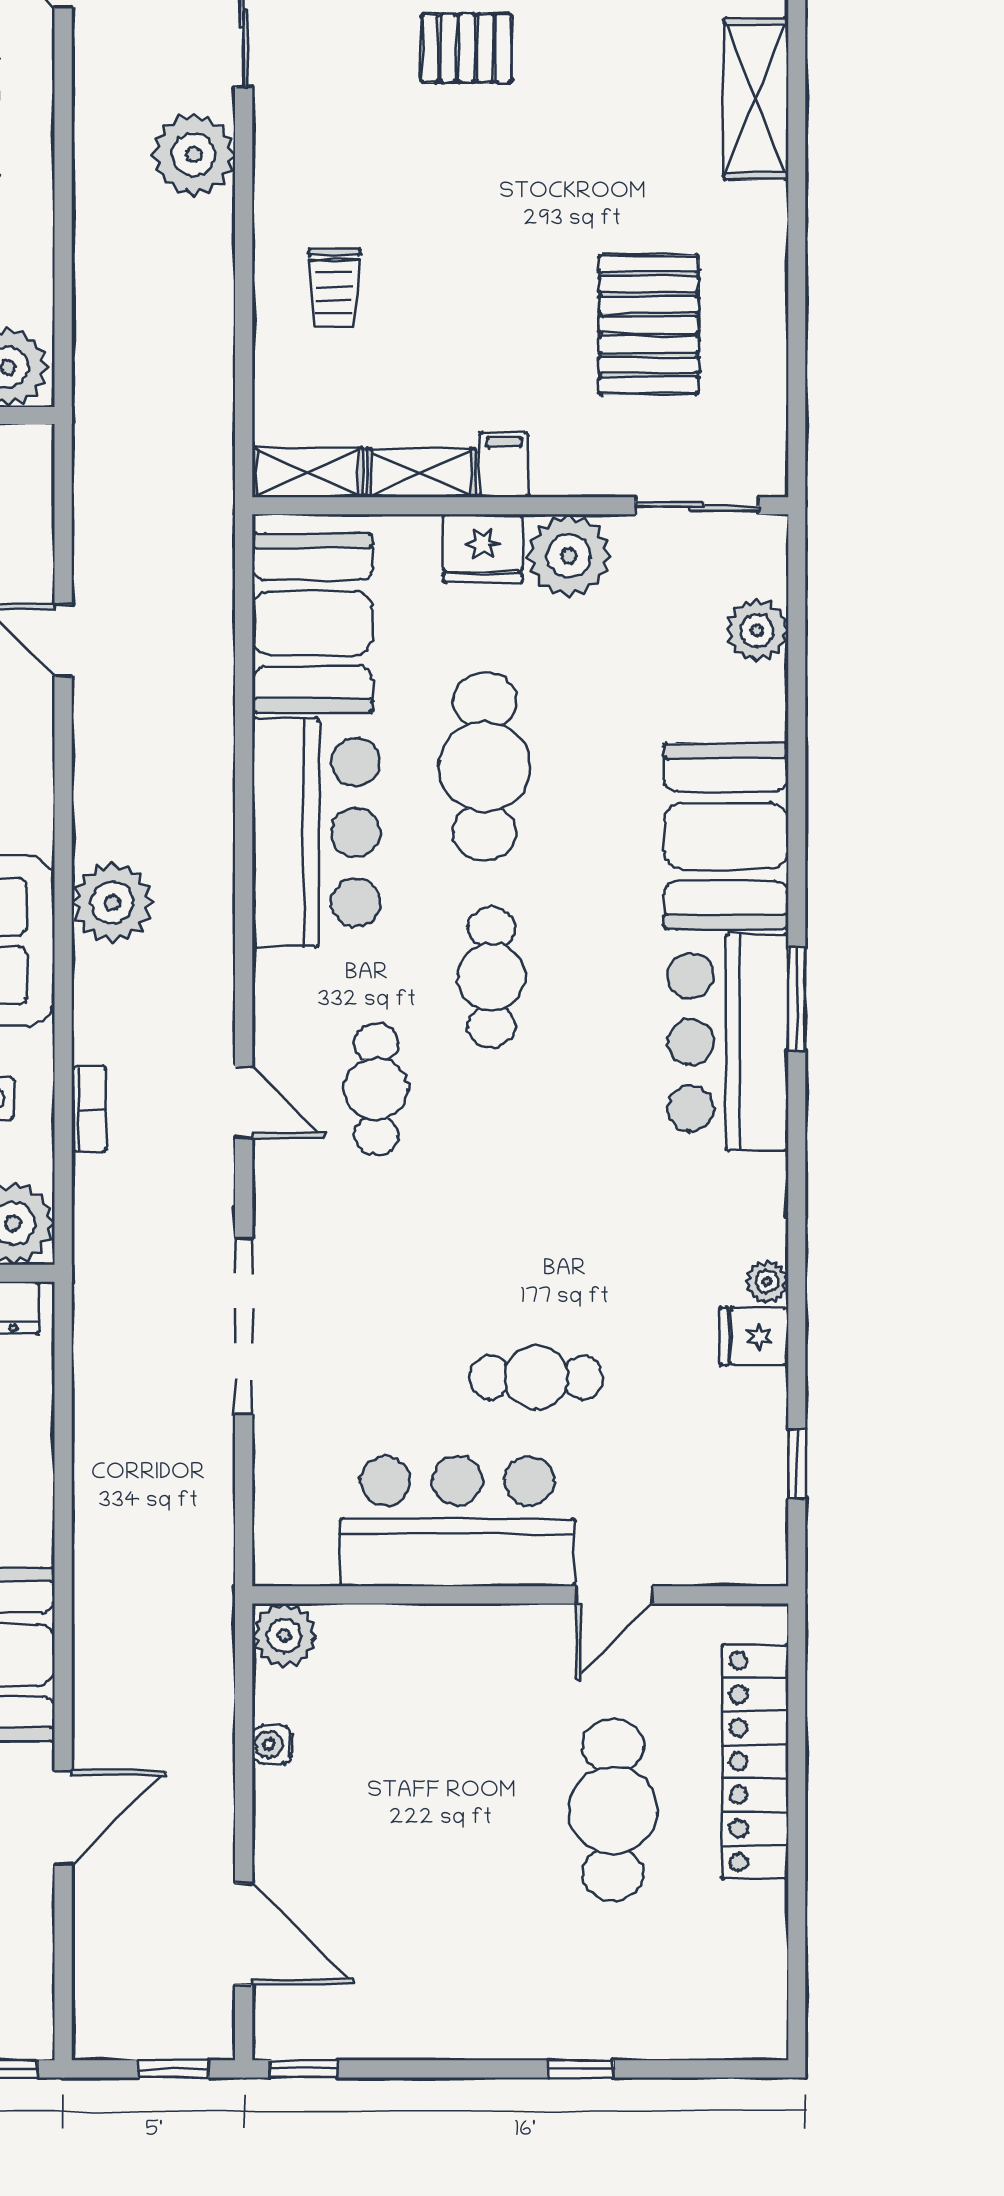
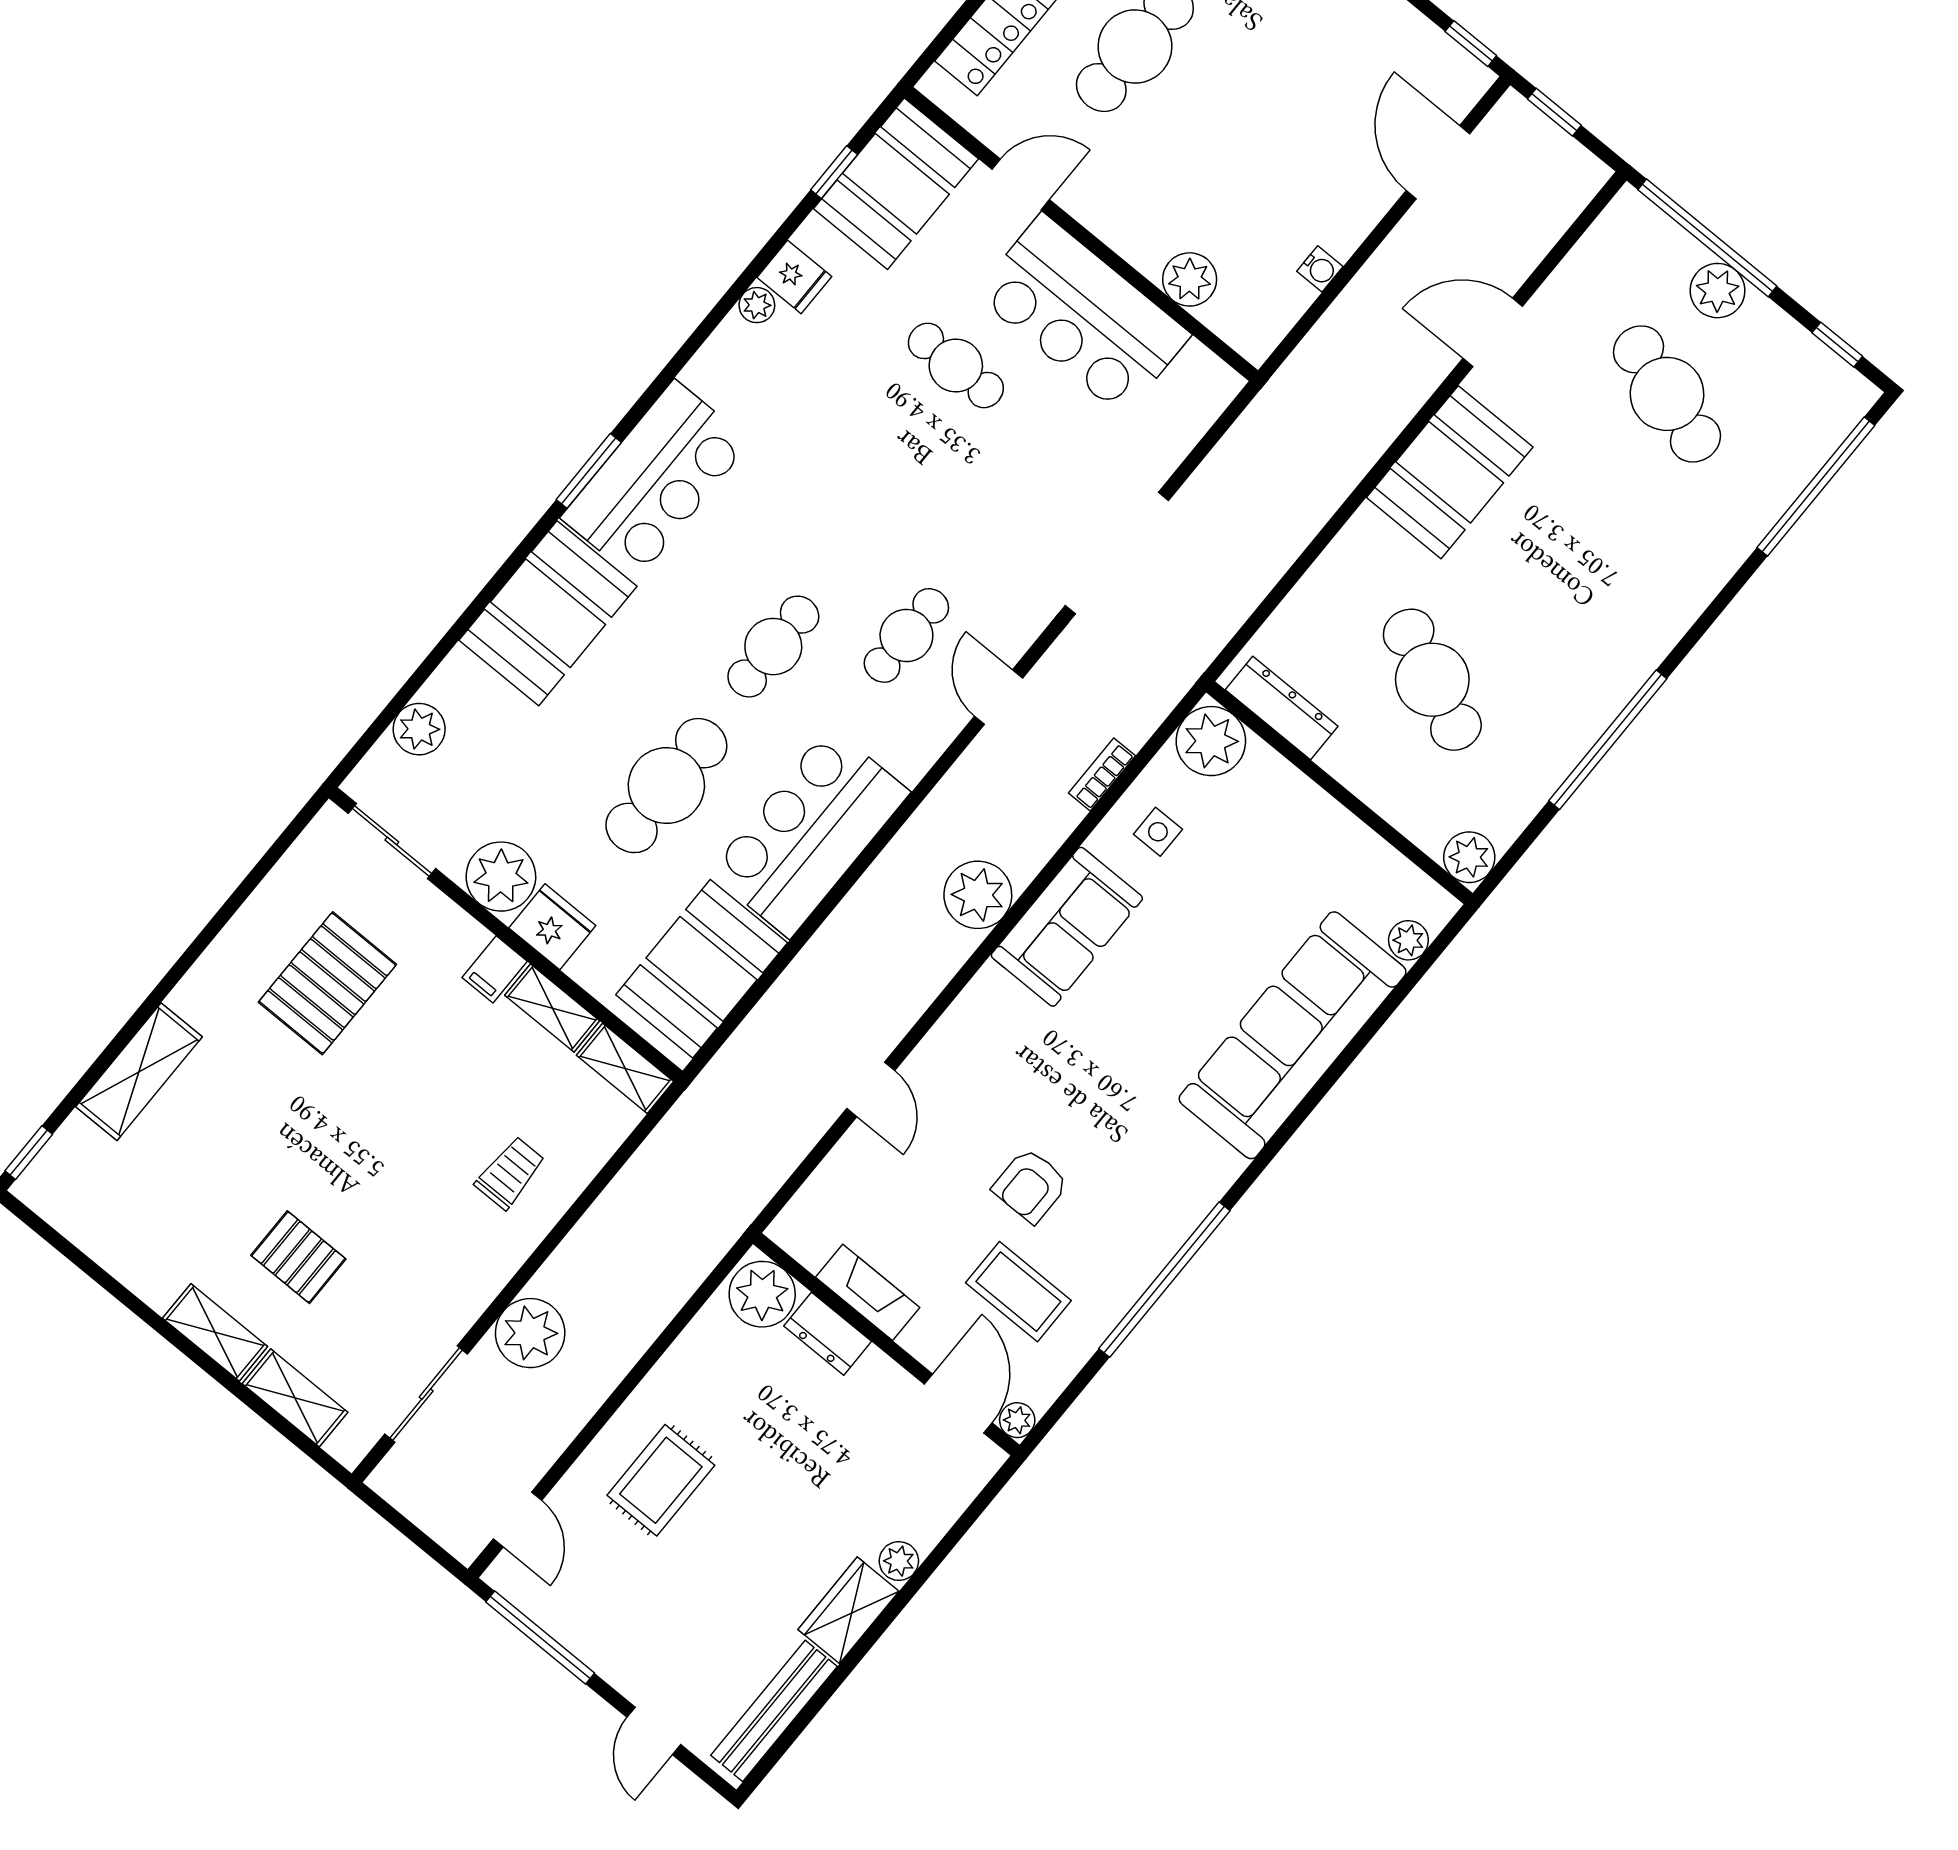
booth: (730, 1500) -> (896, 184), added
plant: (284, 1635) -> (1190, 279), moved

